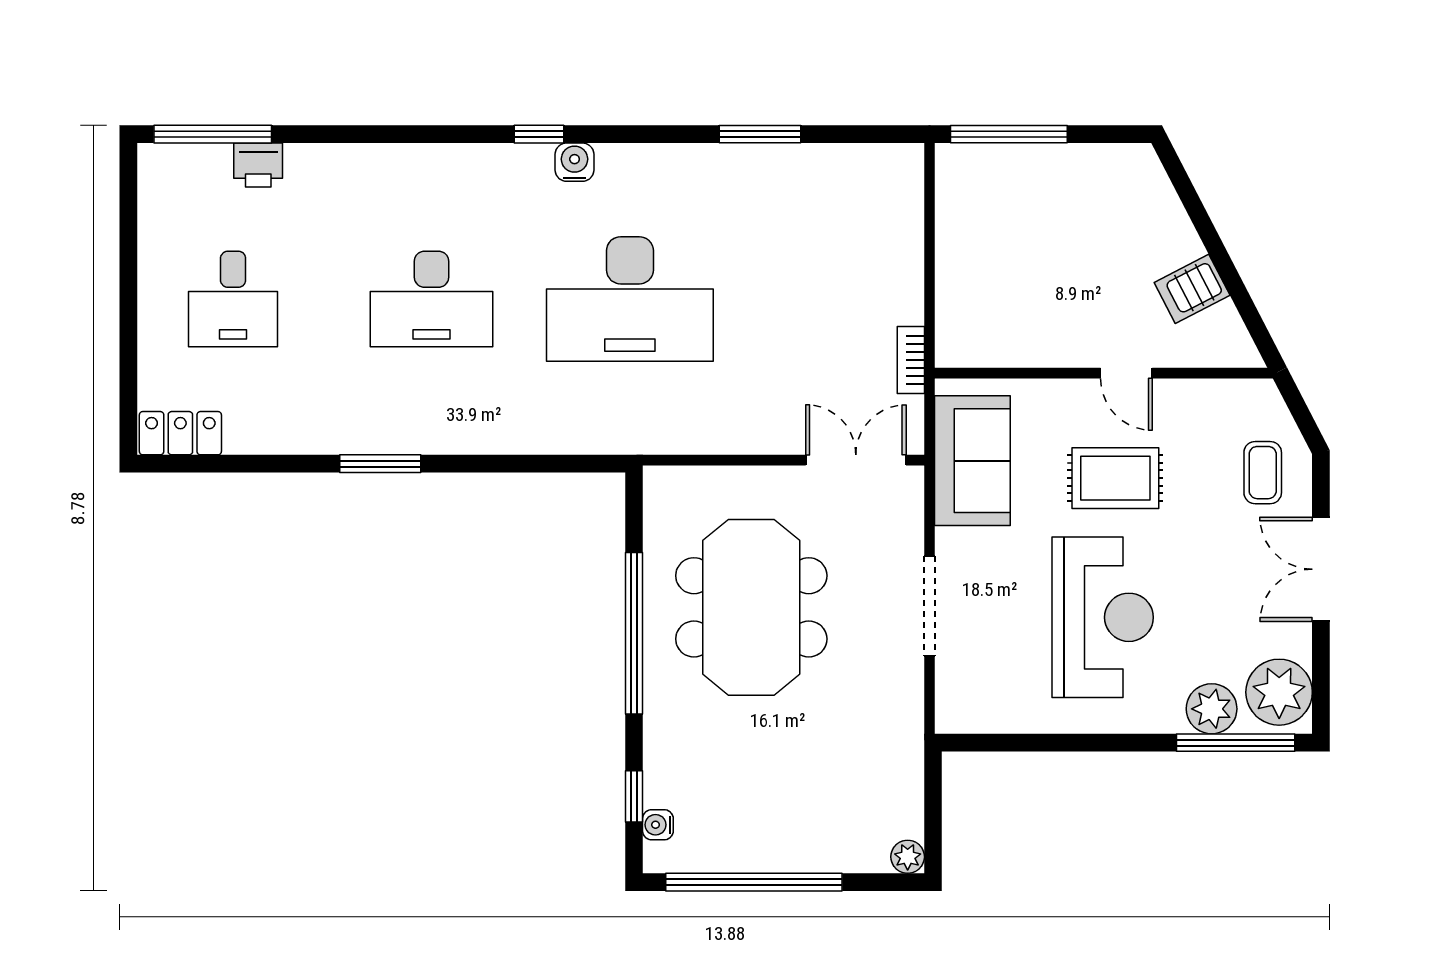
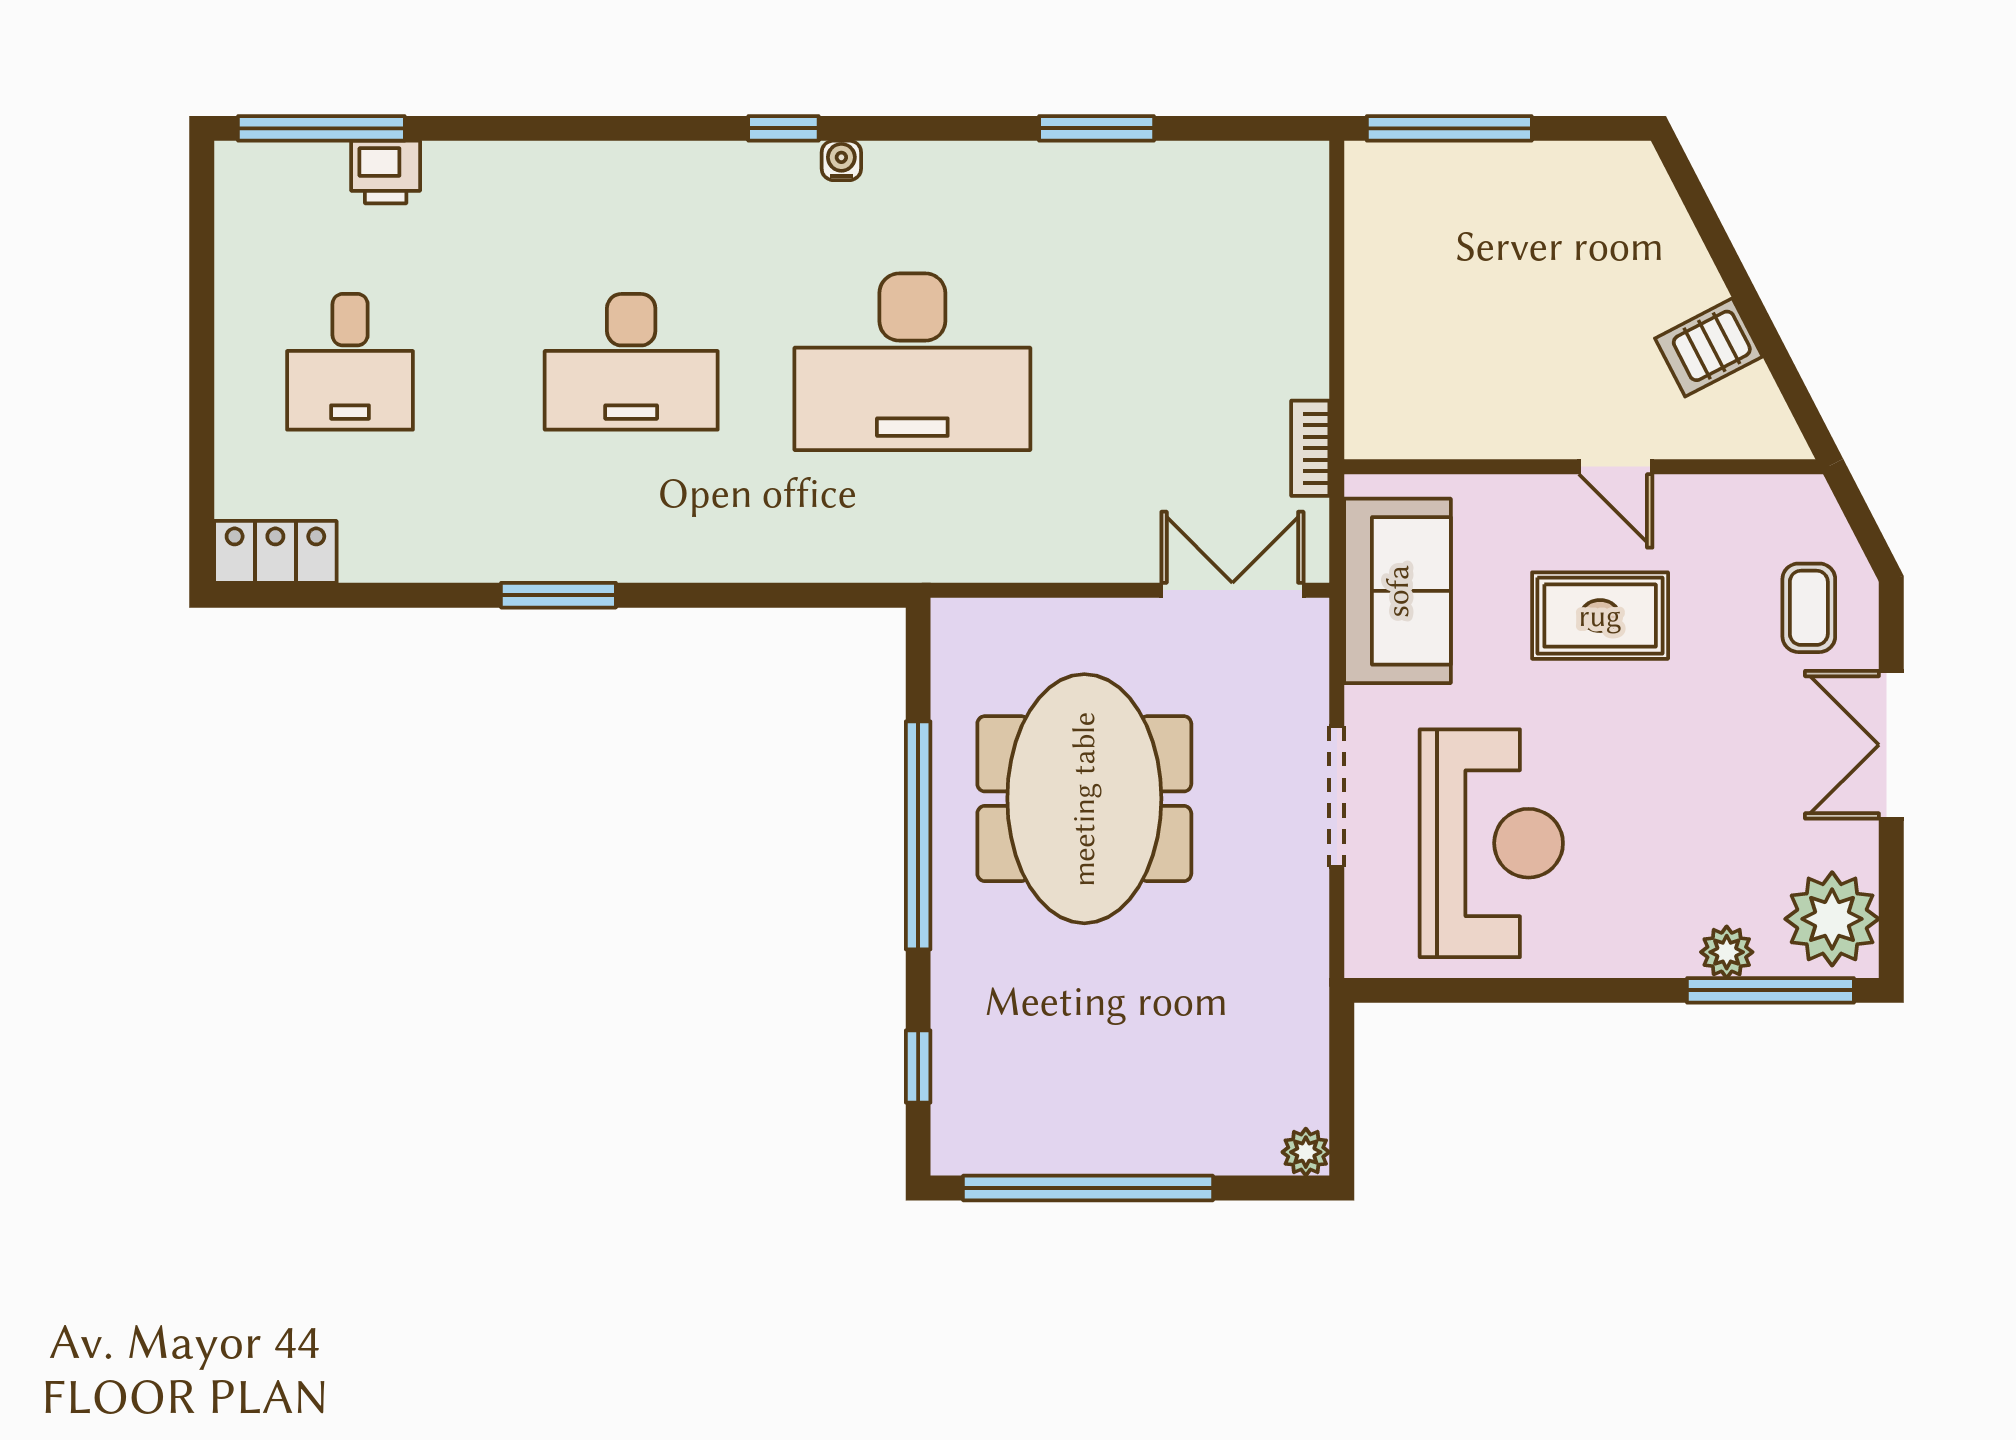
water cooler: (575, 162) -> (841, 160), width x0.72, depth x0.72
reception desk: (1103, 617) -> (1491, 843), moved
plant: (1212, 709) -> (1727, 952), width x0.73, depth x0.73
water cooler: (658, 825) -> (952, 1107), removed

